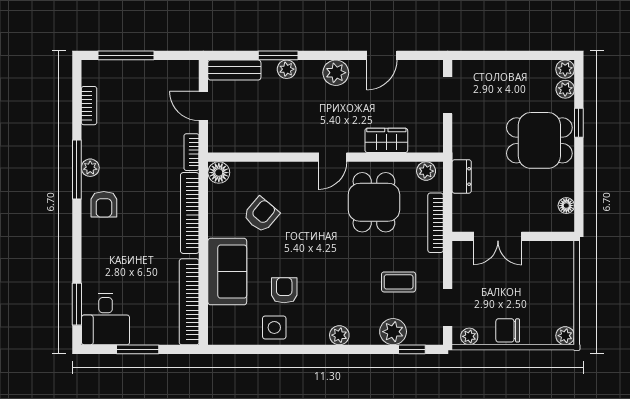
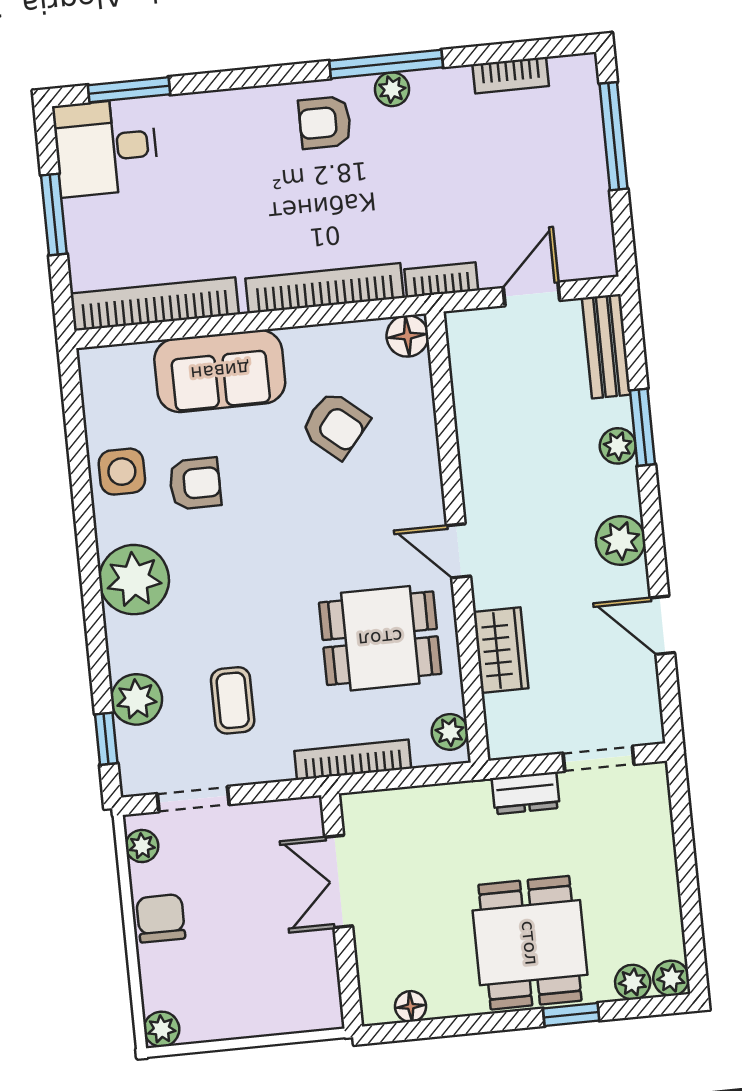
dresser: (462, 176) -> (526, 793), moved
plant: (339, 335) -> (134, 580), width x1.87, depth x1.87

